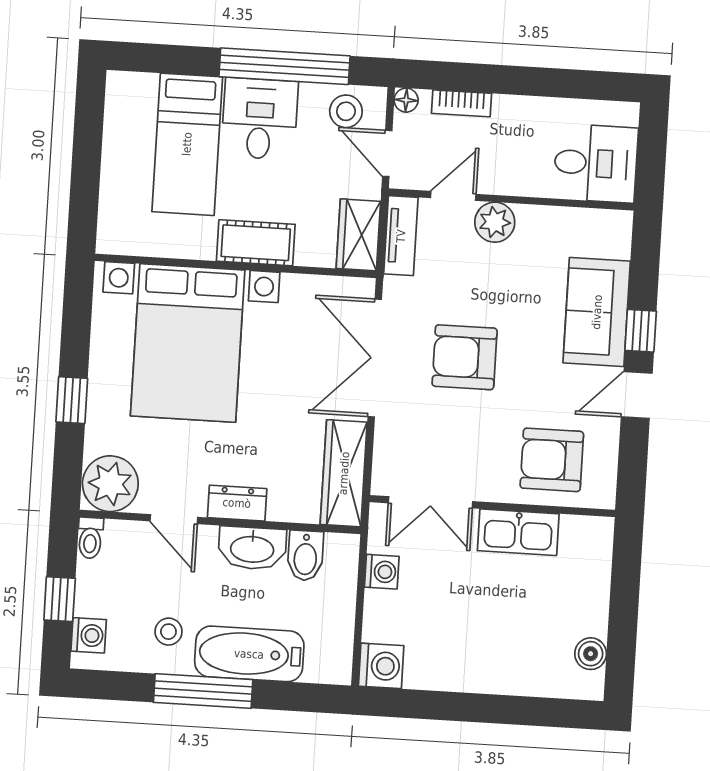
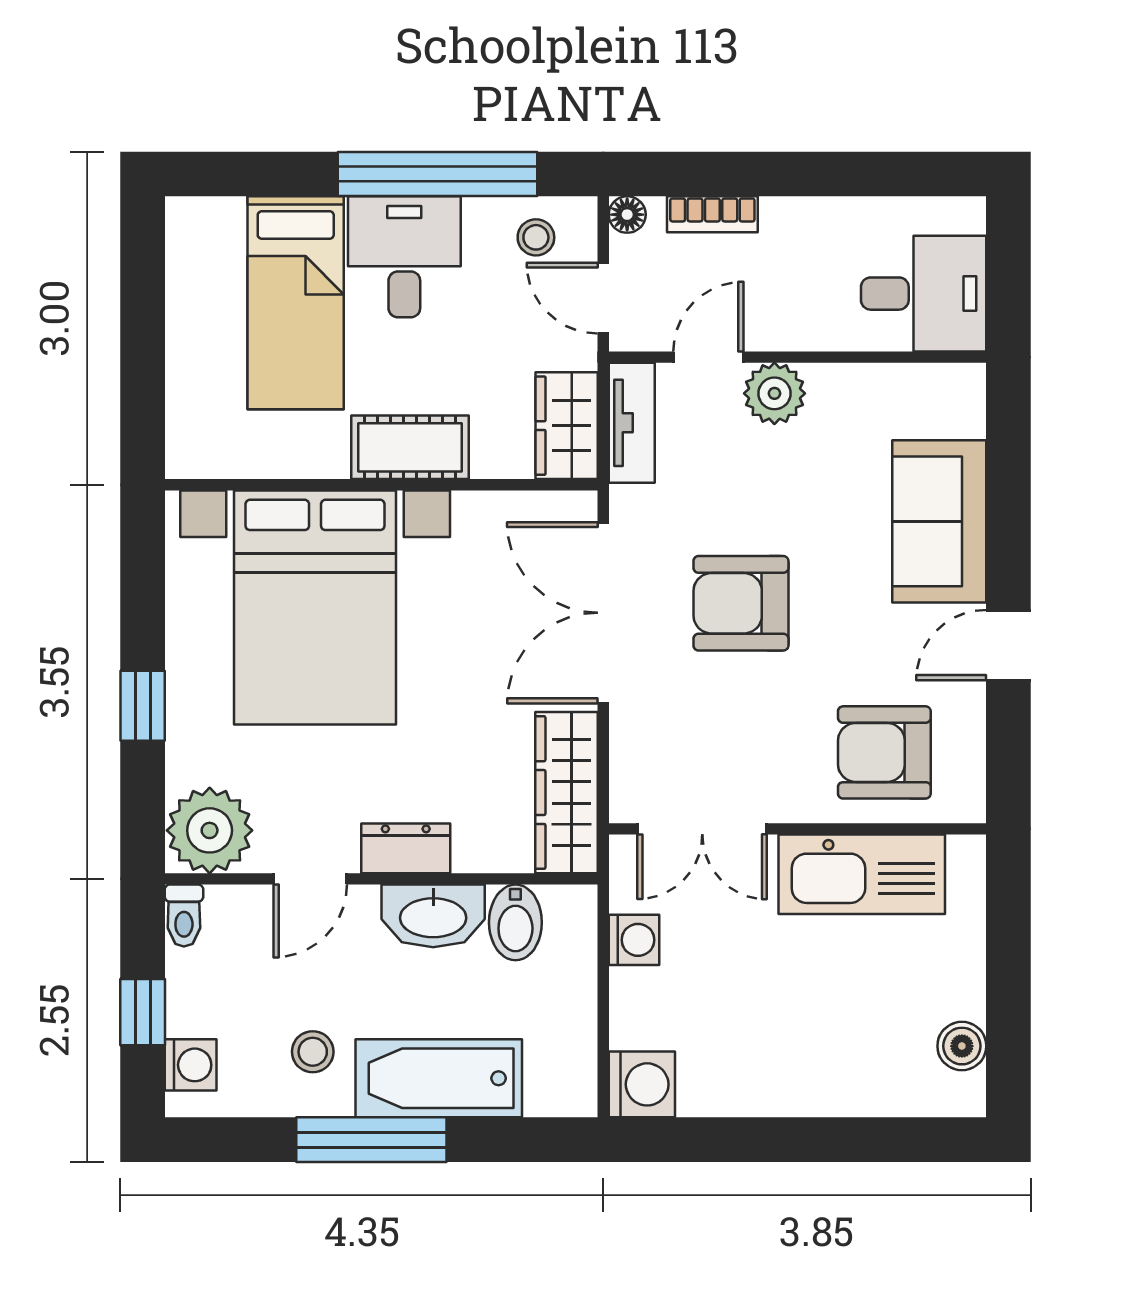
stool: (346, 111) -> (536, 237), width x0.73, depth x0.73
window: (641, 331) -> (1008, 546), removed
door: (174, 519) -> (310, 879), hinge flipped
kitchen sink: (518, 532) -> (862, 874), width x1.36, depth x1.24

